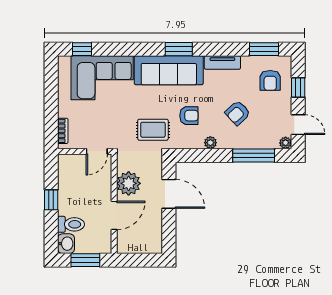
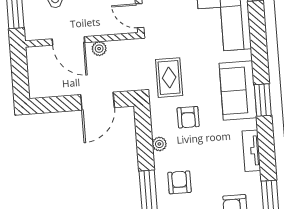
sofa: (169, 70) -> (238, 91), width x0.73
armchair: (238, 113) -> (179, 182), moved, turned 43
plant: (129, 183) -> (99, 49), width x0.53, depth x0.53

